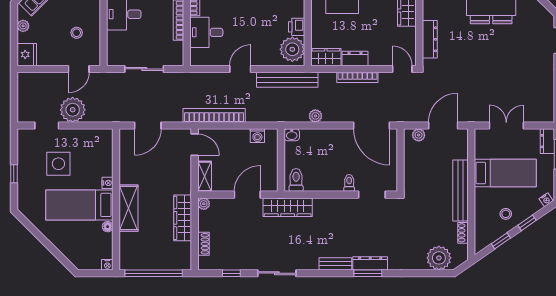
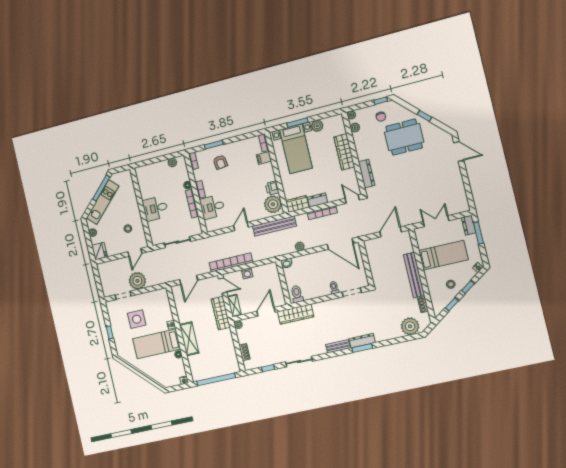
plant: (419, 135) -> (375, 243), removed
washing machine: (257, 136) -> (247, 273), moved
wardrobe: (183, 218) -> (221, 313), moved

